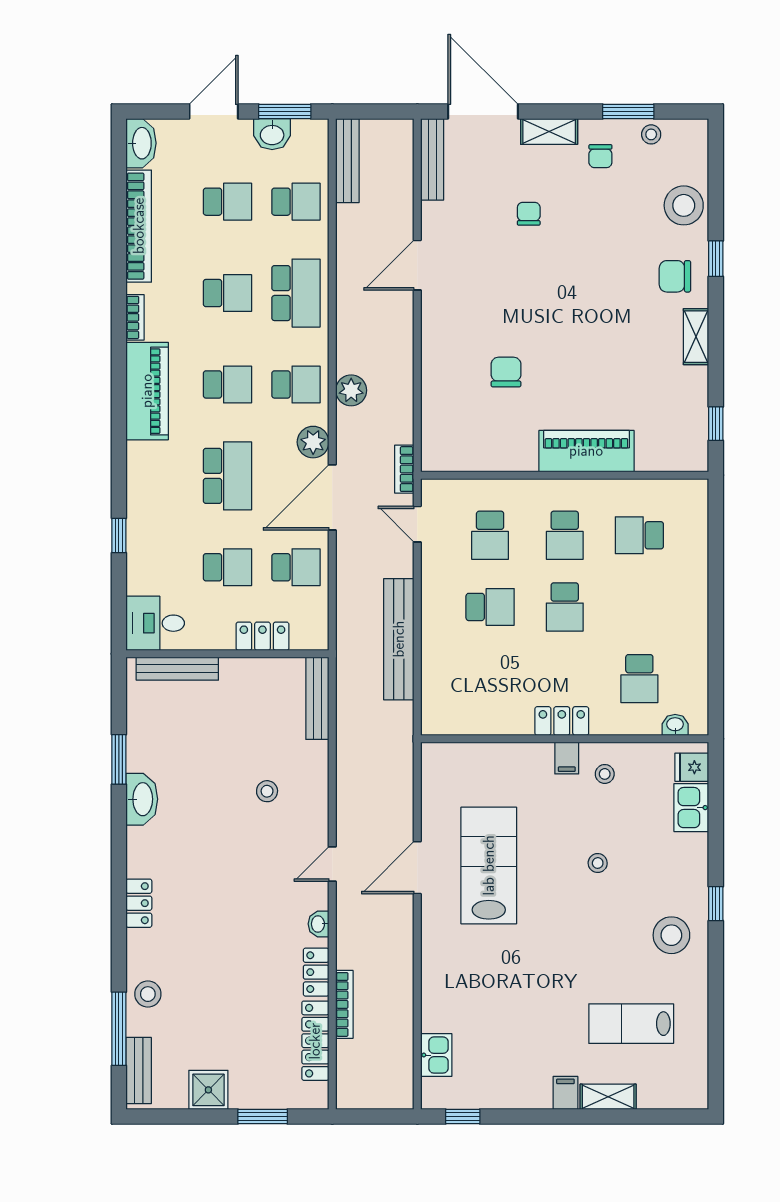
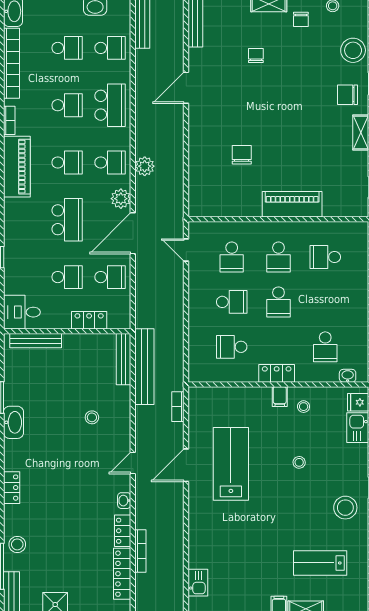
bookcase: (404, 469) -> (178, 407), moved
bench: (399, 639) -> (144, 367), moved
school desk: (490, 679) -> (232, 347), added

